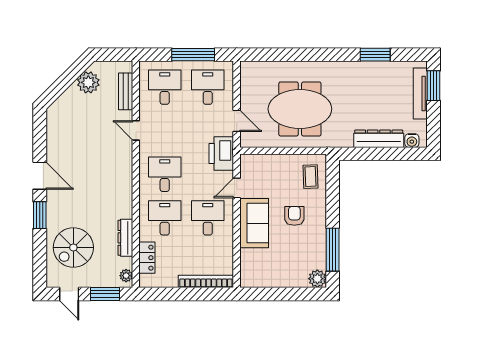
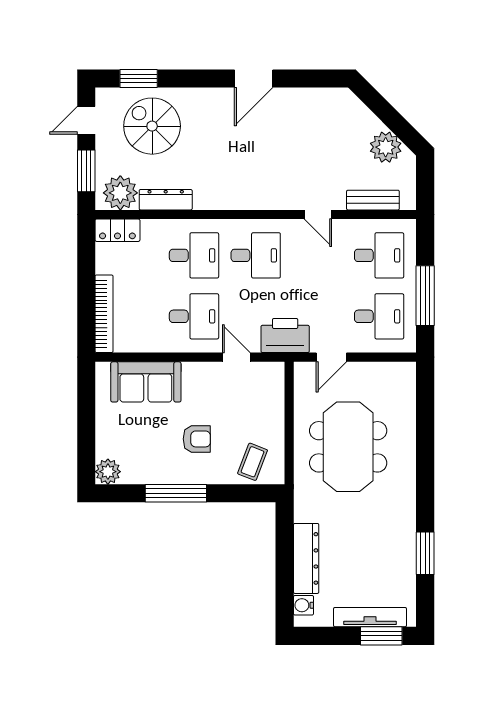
door: (136, 130) -> (318, 215), swing flipped
coffee table: (311, 177) -> (253, 462), turned -67
window: (40, 215) -> (139, 79), moved
sofa: (254, 223) -> (146, 382), moved
window: (333, 250) -> (176, 493), moved
locker: (147, 258) -> (117, 230), moved
plant: (126, 276) -> (120, 193), width x1.87, depth x1.87

